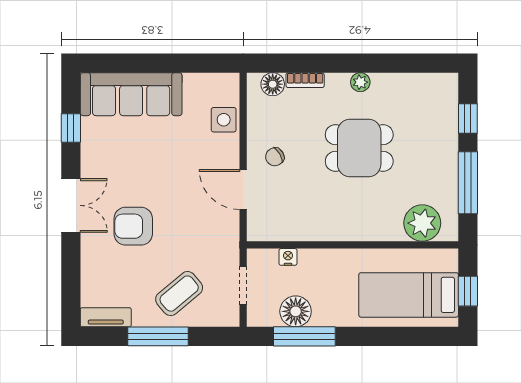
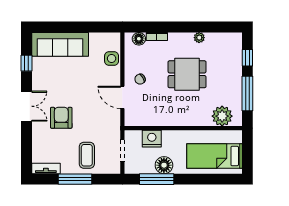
plant: (360, 82) -> (199, 38), moved
armchair: (133, 226) -> (61, 118), turned 90
nightstand: (288, 257) -> (152, 139), width x1.89, depth x1.79
window: (468, 291) -> (247, 154), removed
coffee table: (179, 294) -> (87, 155), turned -50
floor lamp: (296, 311) -> (164, 165), moved

